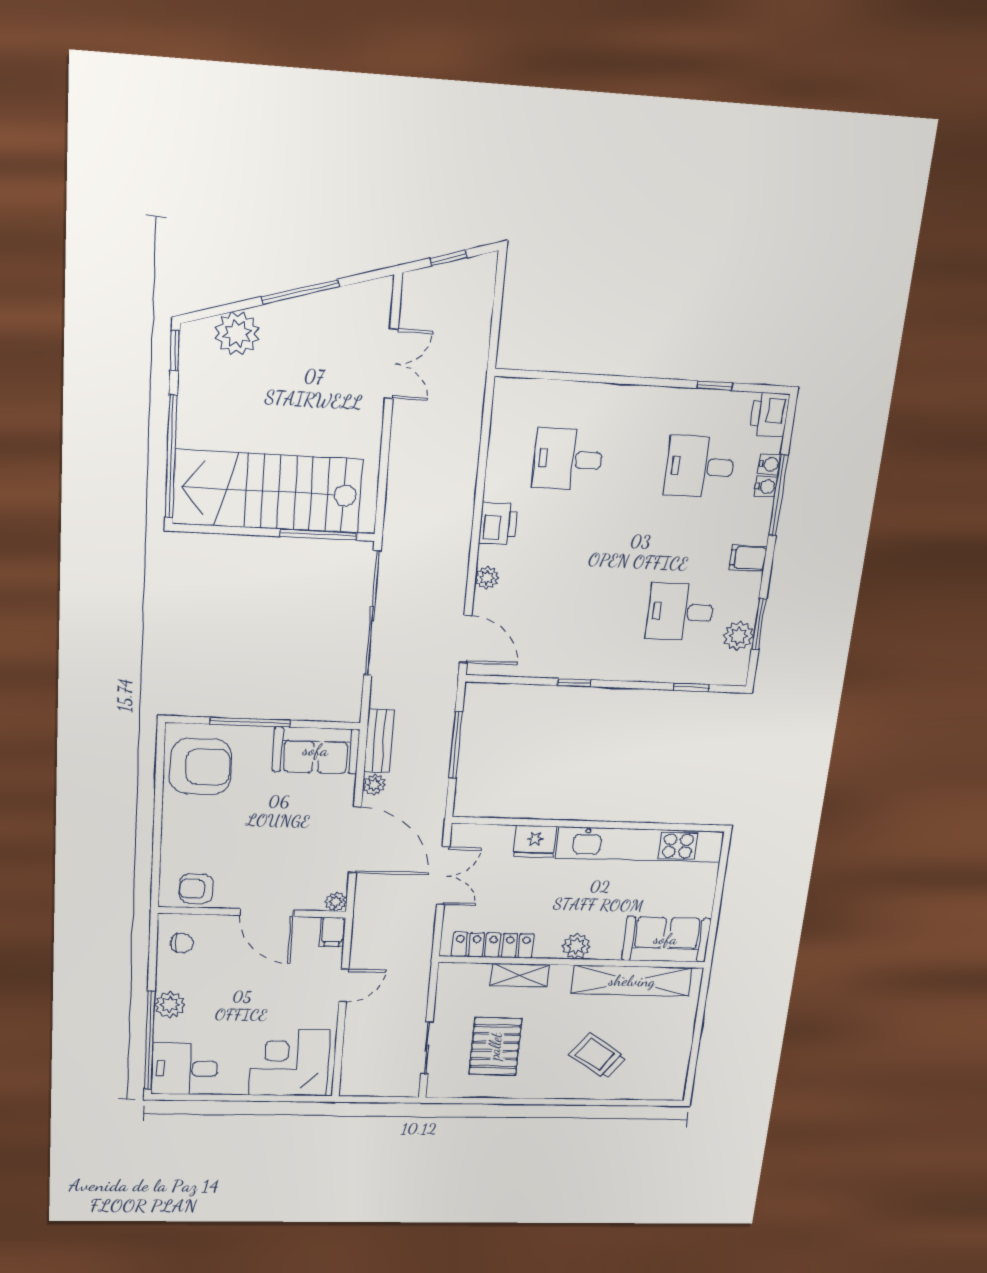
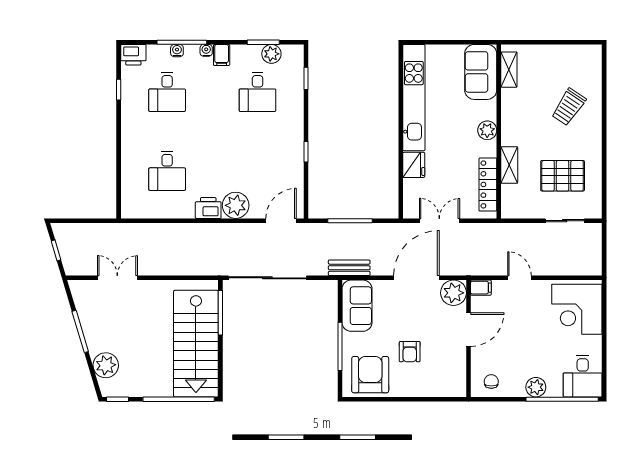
water cooler: (770, 464) -> (206, 50), moved
plant: (487, 578) -> (236, 205), width x1.88, depth x1.88
plant: (374, 785) -> (378, 269), removed
armchair: (196, 889) -> (410, 352), moved
plant: (336, 902) -> (454, 293), width x1.88, depth x1.88
shelving: (632, 981) -> (509, 70), width x0.45, depth x0.75

